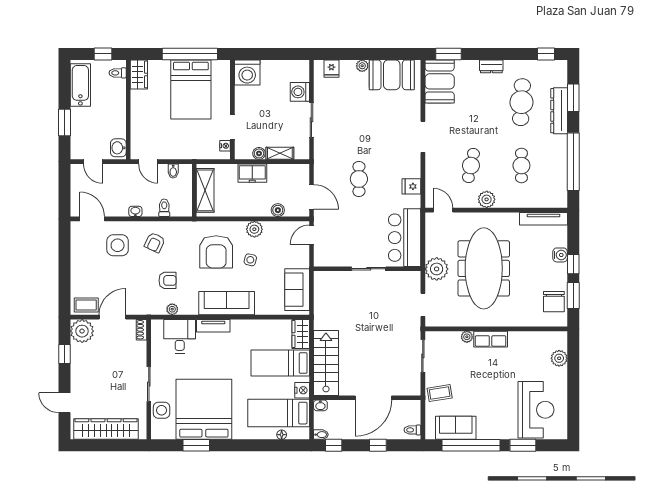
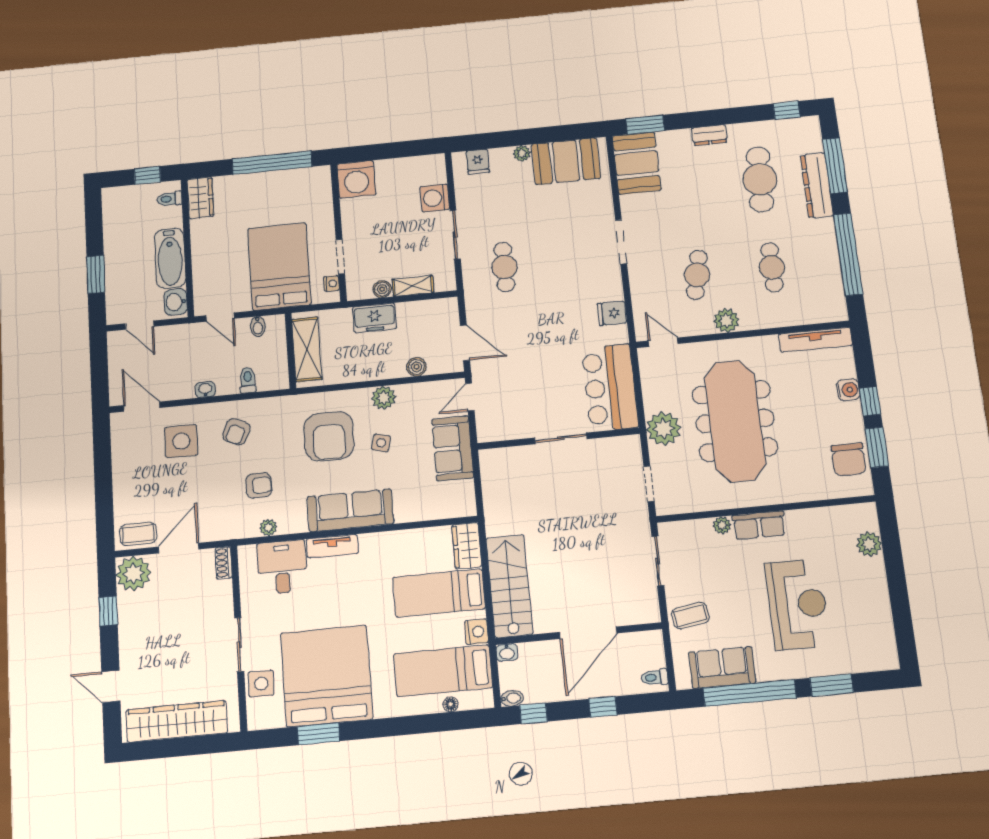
bathtub: (80, 85) -> (170, 258), moved, turned 180
bed: (191, 89) -> (279, 266), moved, turned 180
window: (573, 98) -> (835, 166), width x1.44
cafe table: (359, 179) -> (504, 267), moved
sofa: (297, 290) -> (453, 448), moved
reception desk: (536, 410) -> (798, 604), moved

